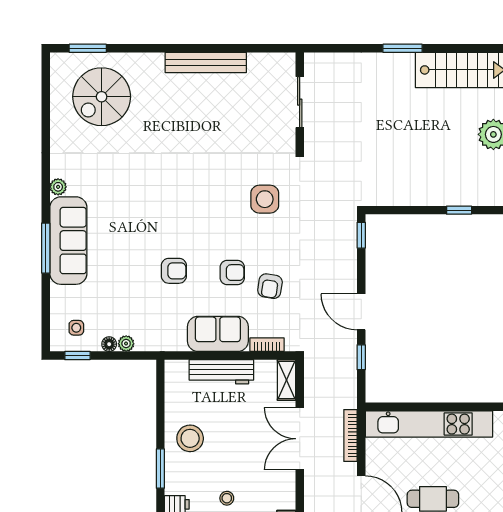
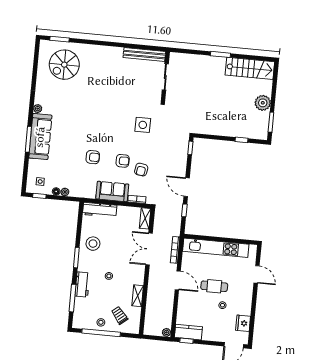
bench: (206, 62) -> (144, 55), moved
workbench: (221, 372) -> (100, 210), moved

